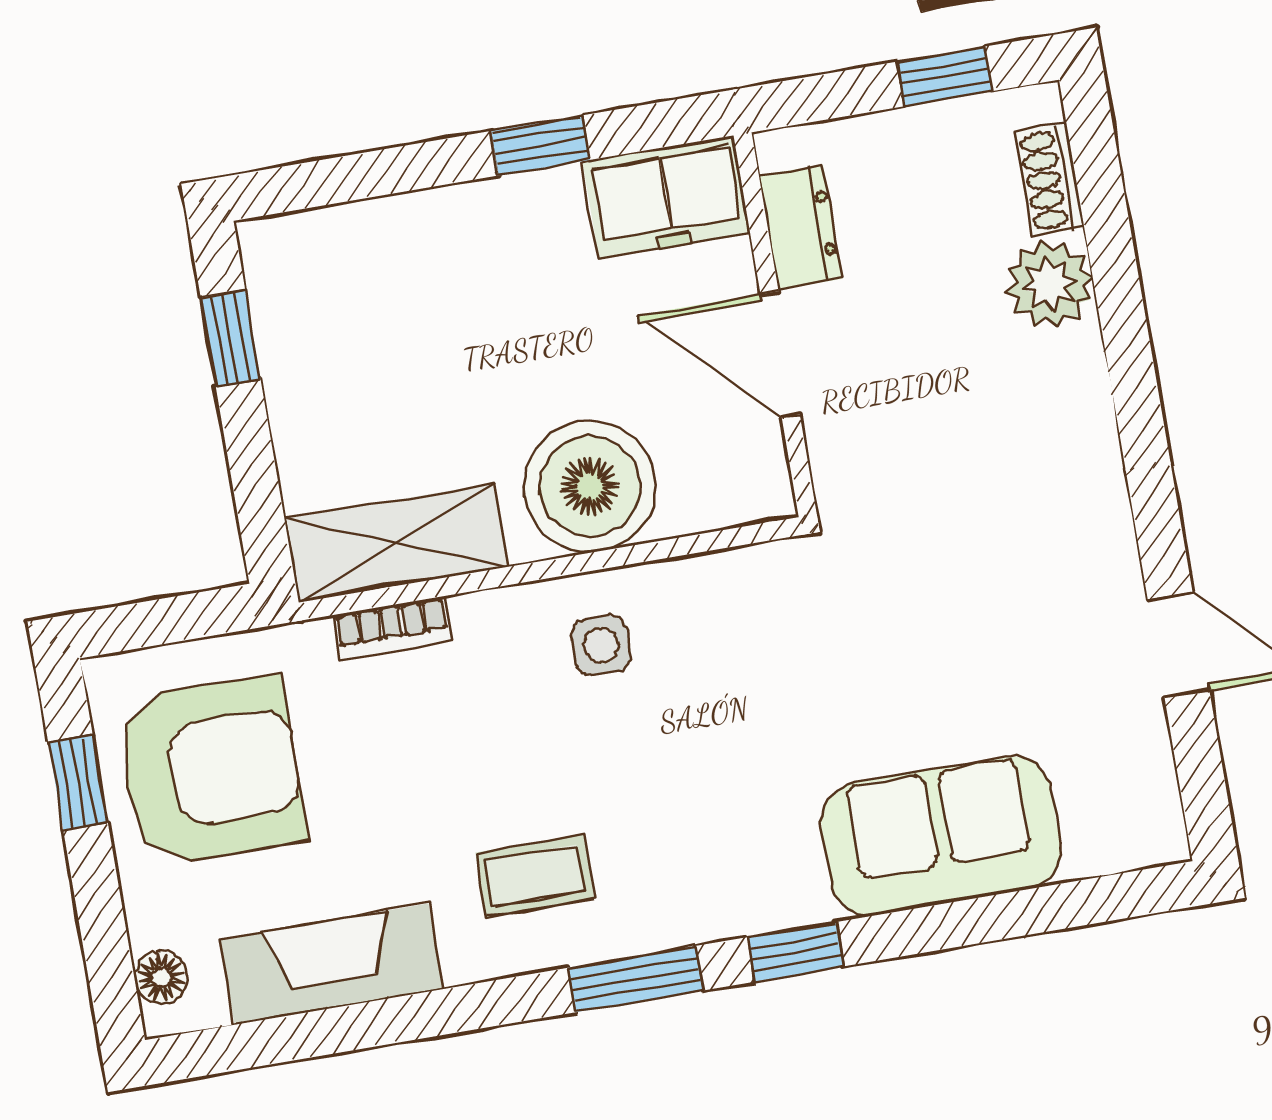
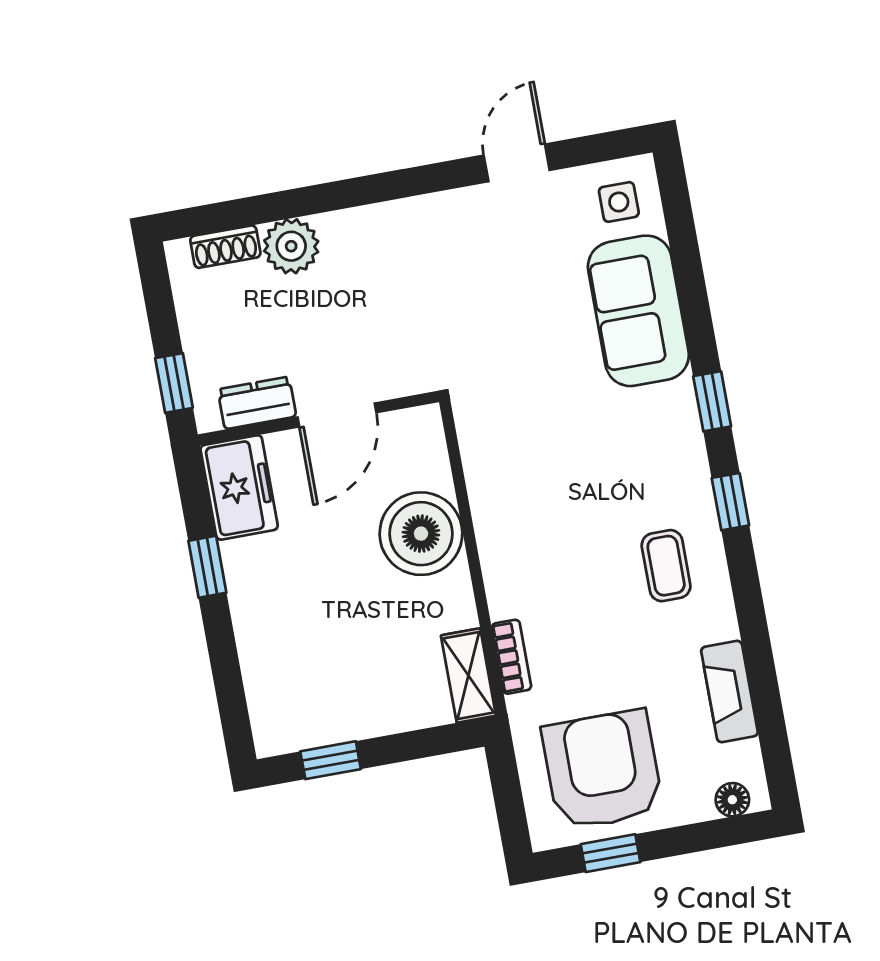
window: (945, 76) -> (174, 383), moved
shelving: (396, 543) -> (468, 676), width x0.67, depth x0.75
side table: (601, 645) -> (619, 202), moved
fireplace: (332, 964) -> (729, 692), width x0.73, depth x0.76
window: (635, 979) -> (730, 502), width x0.67

